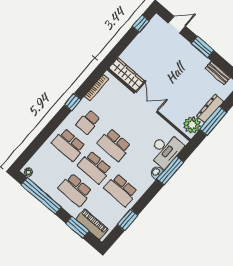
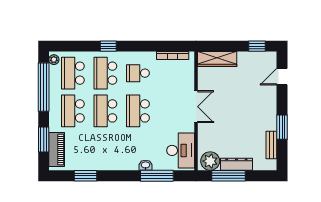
door: (177, 25) -> (282, 77), swing flipped
window: (203, 47) -> (282, 127), moved
wardrobe: (127, 75) -> (217, 59), moved, turned 90
window: (73, 102) -> (108, 46), moved
desk: (165, 150) -> (181, 150), moved, turned -90
school desk: (121, 190) -> (73, 73), moved

